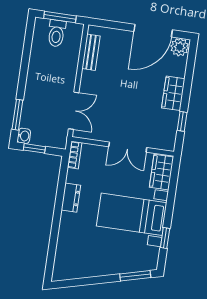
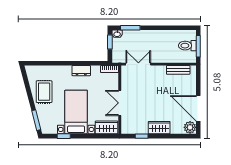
double door: (74, 111) -> (138, 64), swing flipped
rug: (94, 258) -> (44, 92), added

